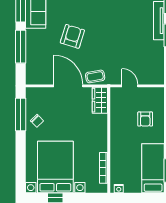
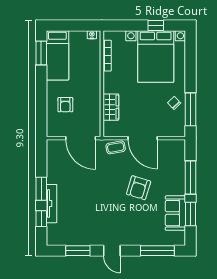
door: (130, 86) -> (81, 138), width x1.87
wardrobe: (100, 100) -> (111, 107), moved
armchair: (145, 119) -> (65, 105), turned 180

